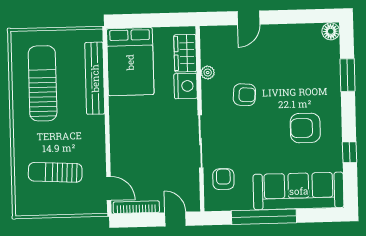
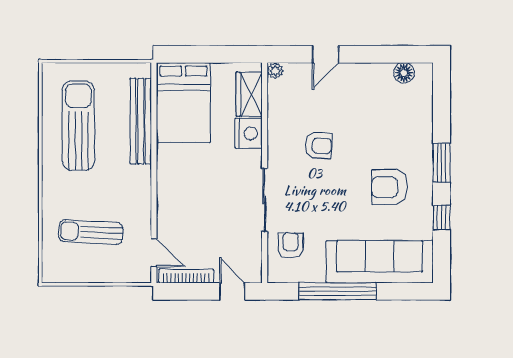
floor lamp: (331, 31) -> (404, 73), moved
plant: (208, 73) -> (275, 71), moved
window: (347, 75) -> (442, 163), moved

